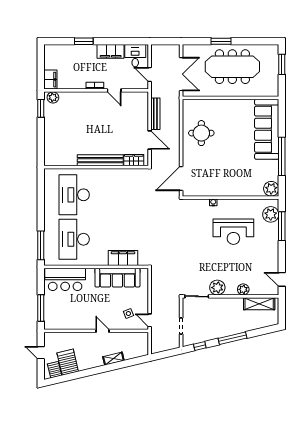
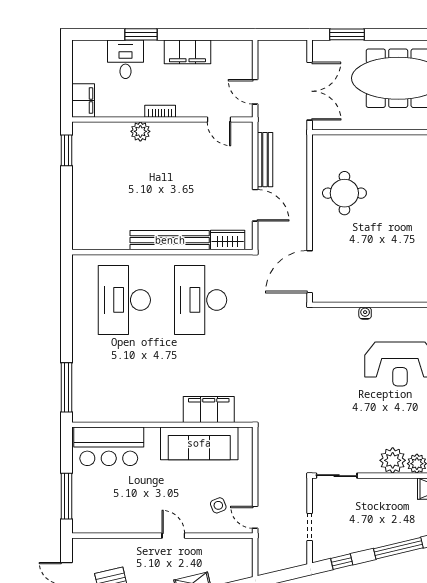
window: (221, 41) -> (347, 34), moved
desk: (135, 56) -> (125, 59), moved
door: (114, 90) -> (219, 119), moved
plant: (53, 97) -> (140, 131), moved
desk: (74, 239) -> (201, 300), moved
plant: (217, 288) -> (393, 460), moved

